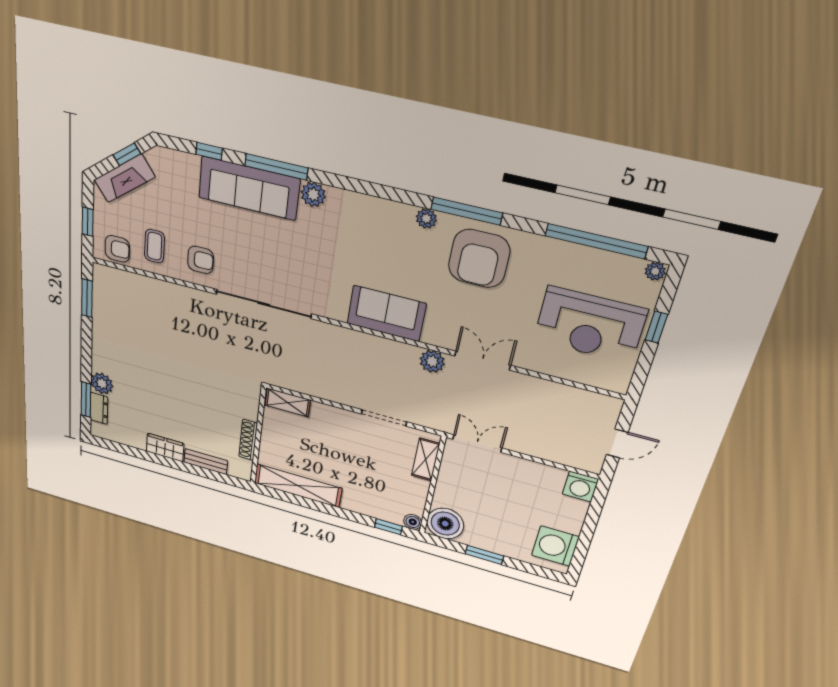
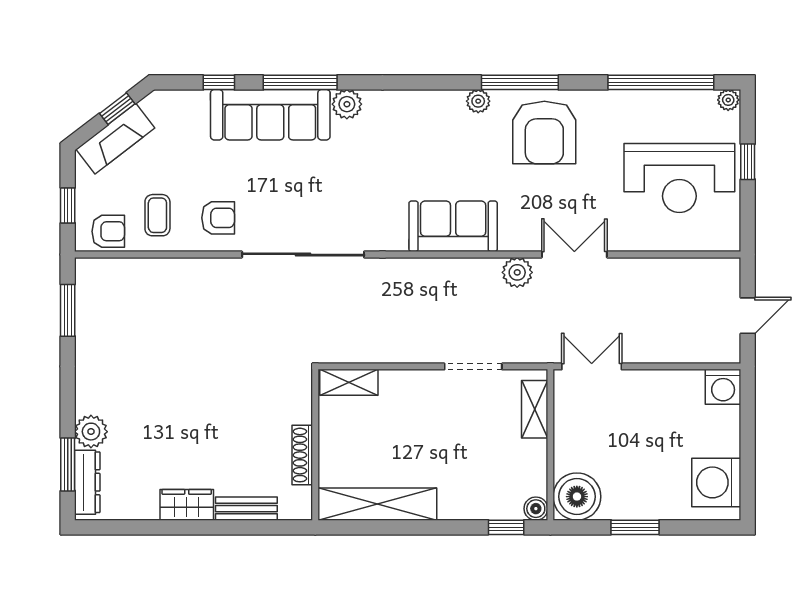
dresser: (99, 408) -> (87, 482), width x1.44

